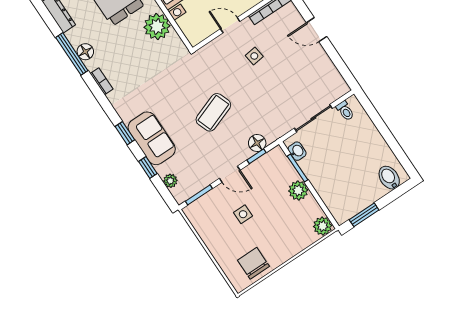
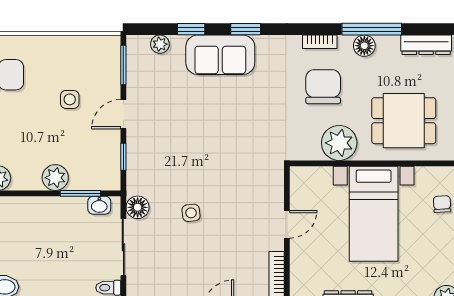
side table: (254, 56) -> (191, 213), moved
chair: (128, 60) -> (323, 87), added
coffee table: (213, 112) -> (203, 142), removed
floor lamp: (257, 143) -> (138, 207), moved

